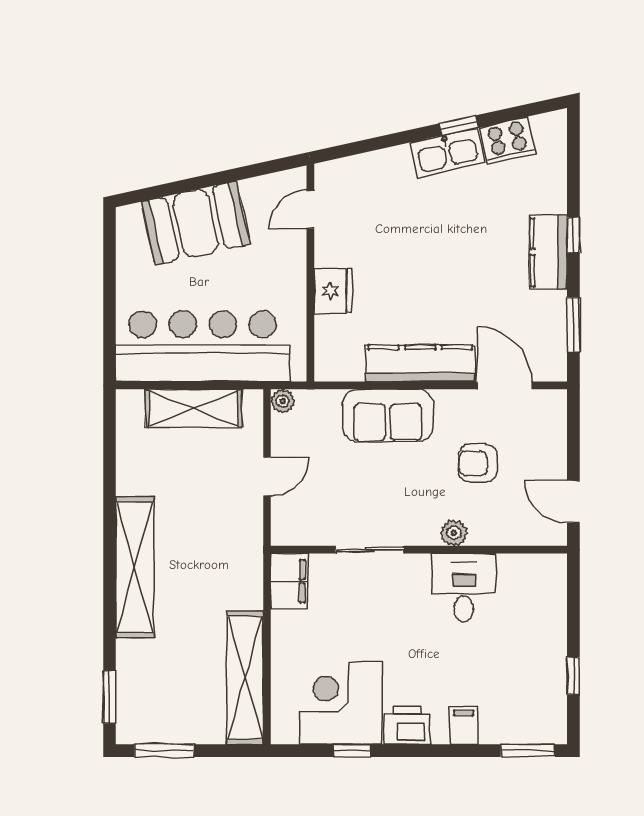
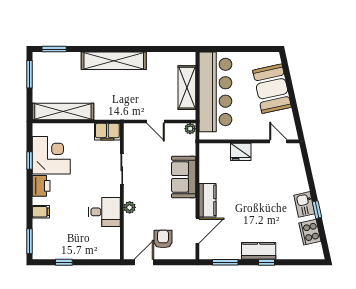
kitchen sink: (447, 153) -> (304, 204), width x0.73
kitchen counter: (420, 363) -> (207, 200), width x0.67
armchair: (478, 463) -> (163, 239), moved

